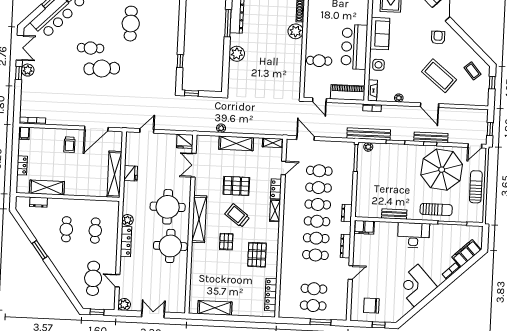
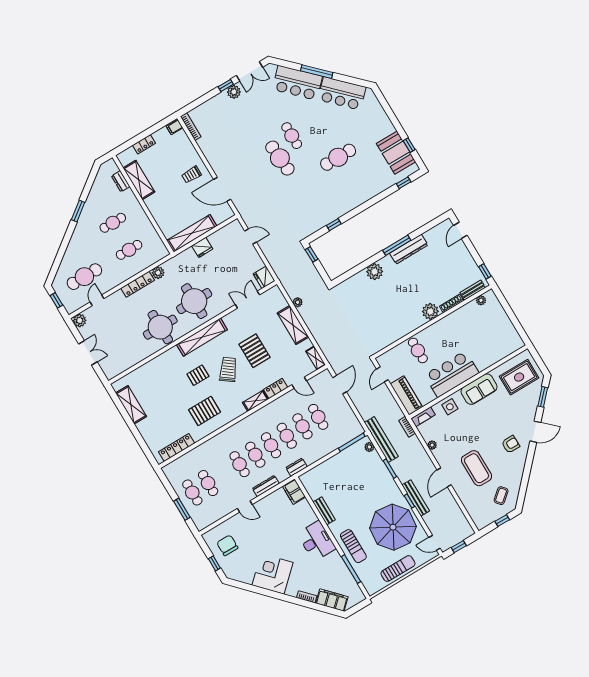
coffee table: (439, 76) -> (477, 468), turned -39

